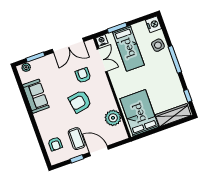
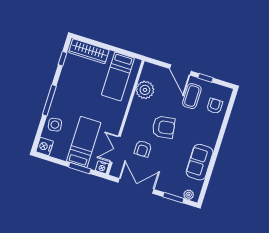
bed: (139, 113) -> (118, 76), width x0.67

